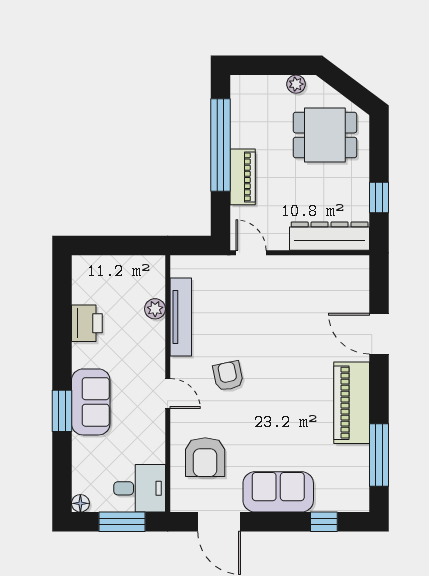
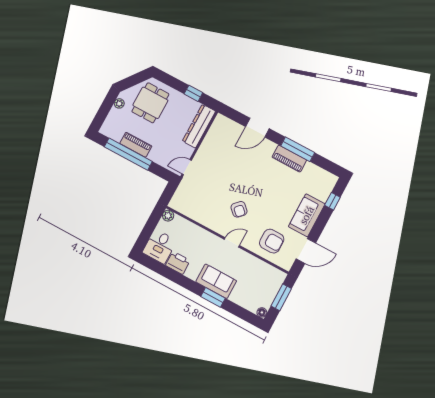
piano: (243, 177) -> (136, 145), moved
plant: (155, 309) -> (168, 216), moved
tv unit: (181, 317) -> (199, 217), removed
armchair: (228, 376) -> (239, 209), turned -124
piano: (352, 403) -> (289, 159), width x0.73, depth x0.75
window: (379, 455) -> (298, 149), moved
desk: (140, 488) -> (160, 246), moved, turned 180

